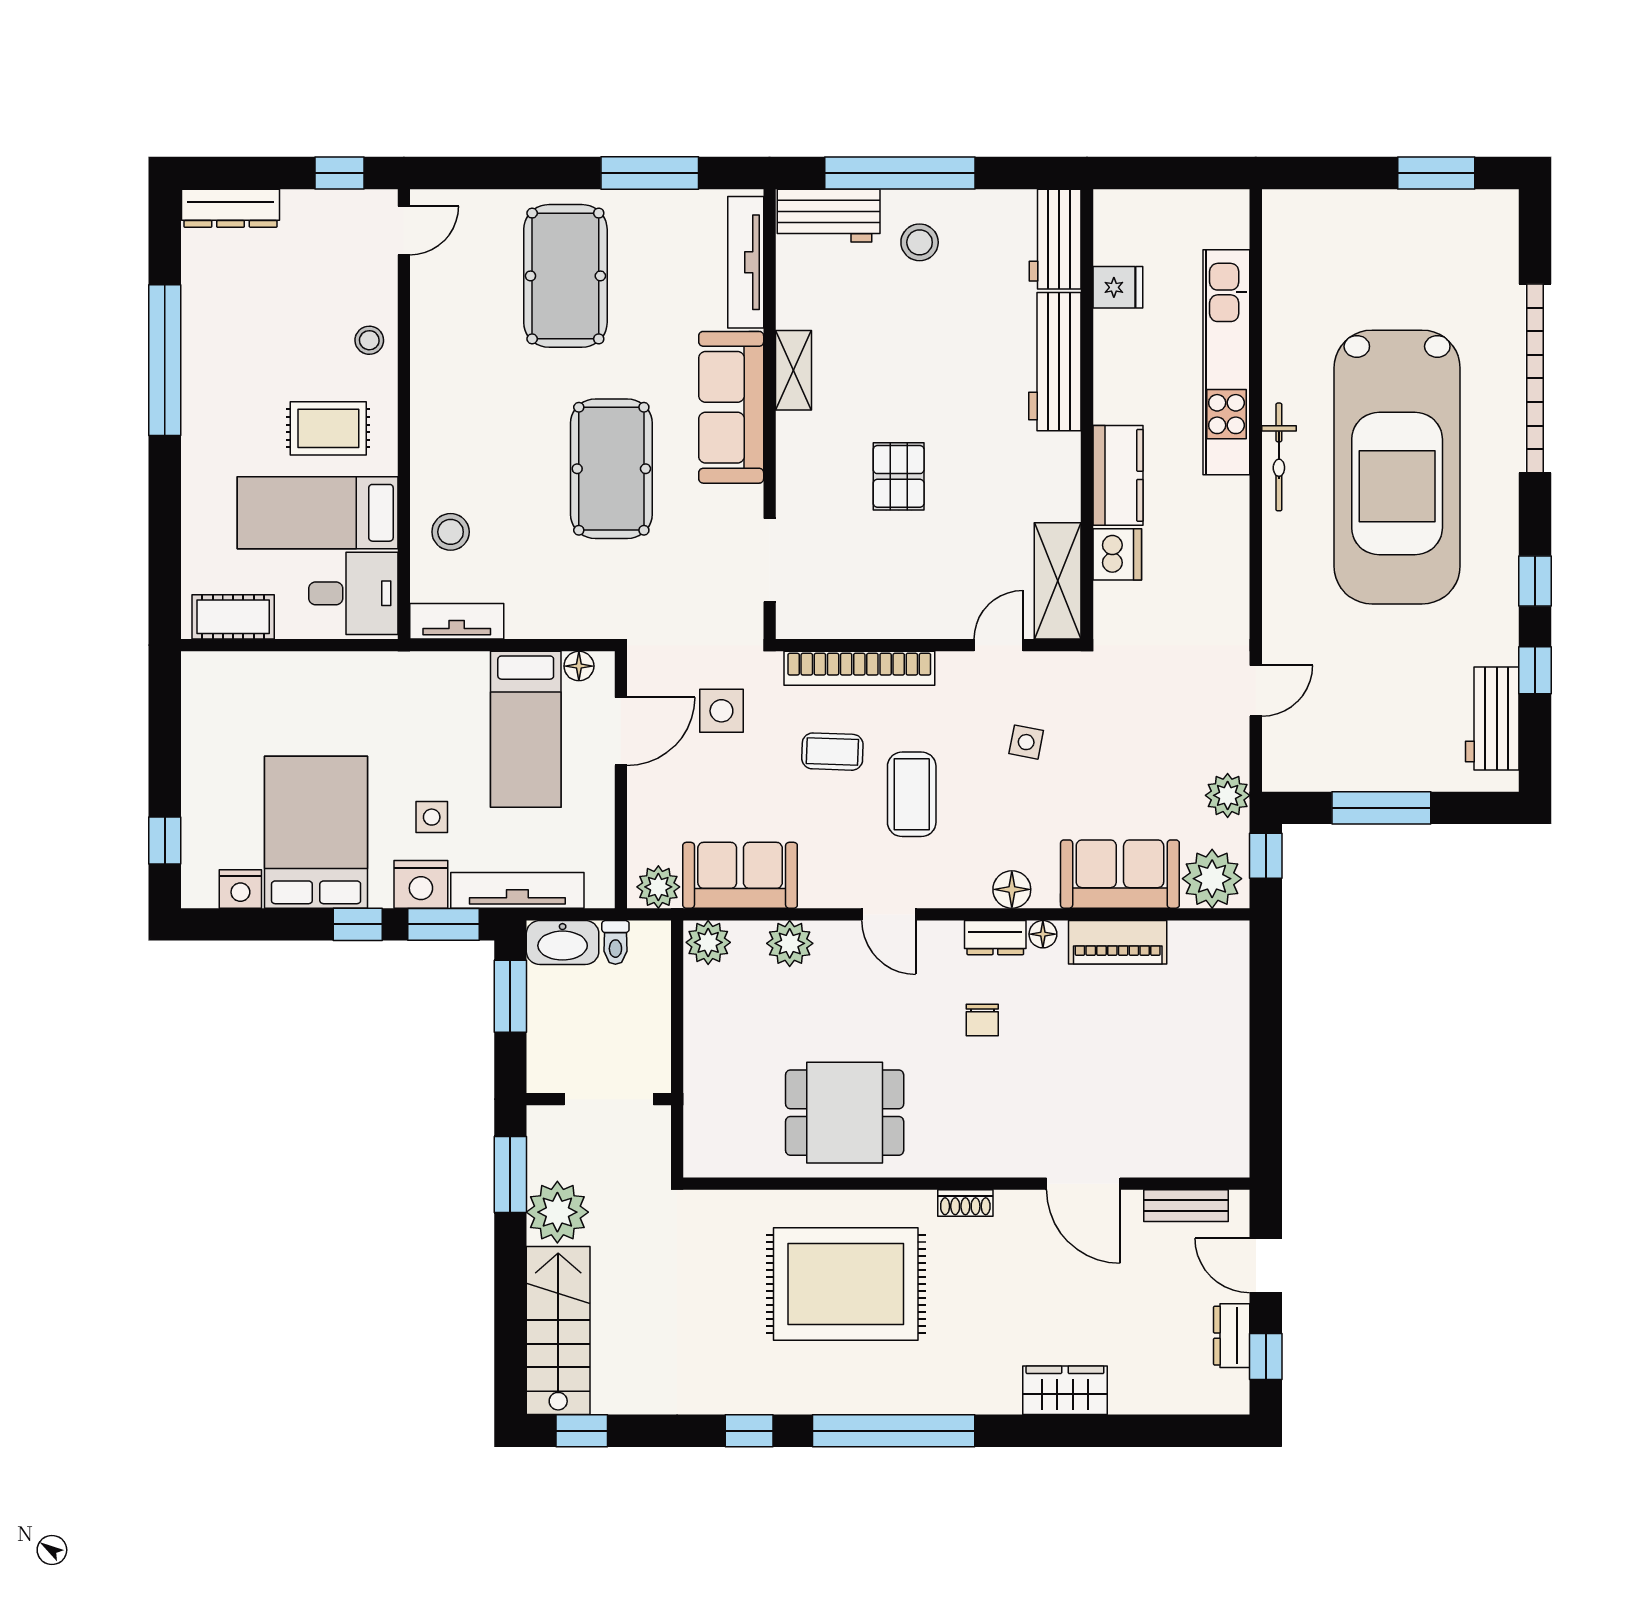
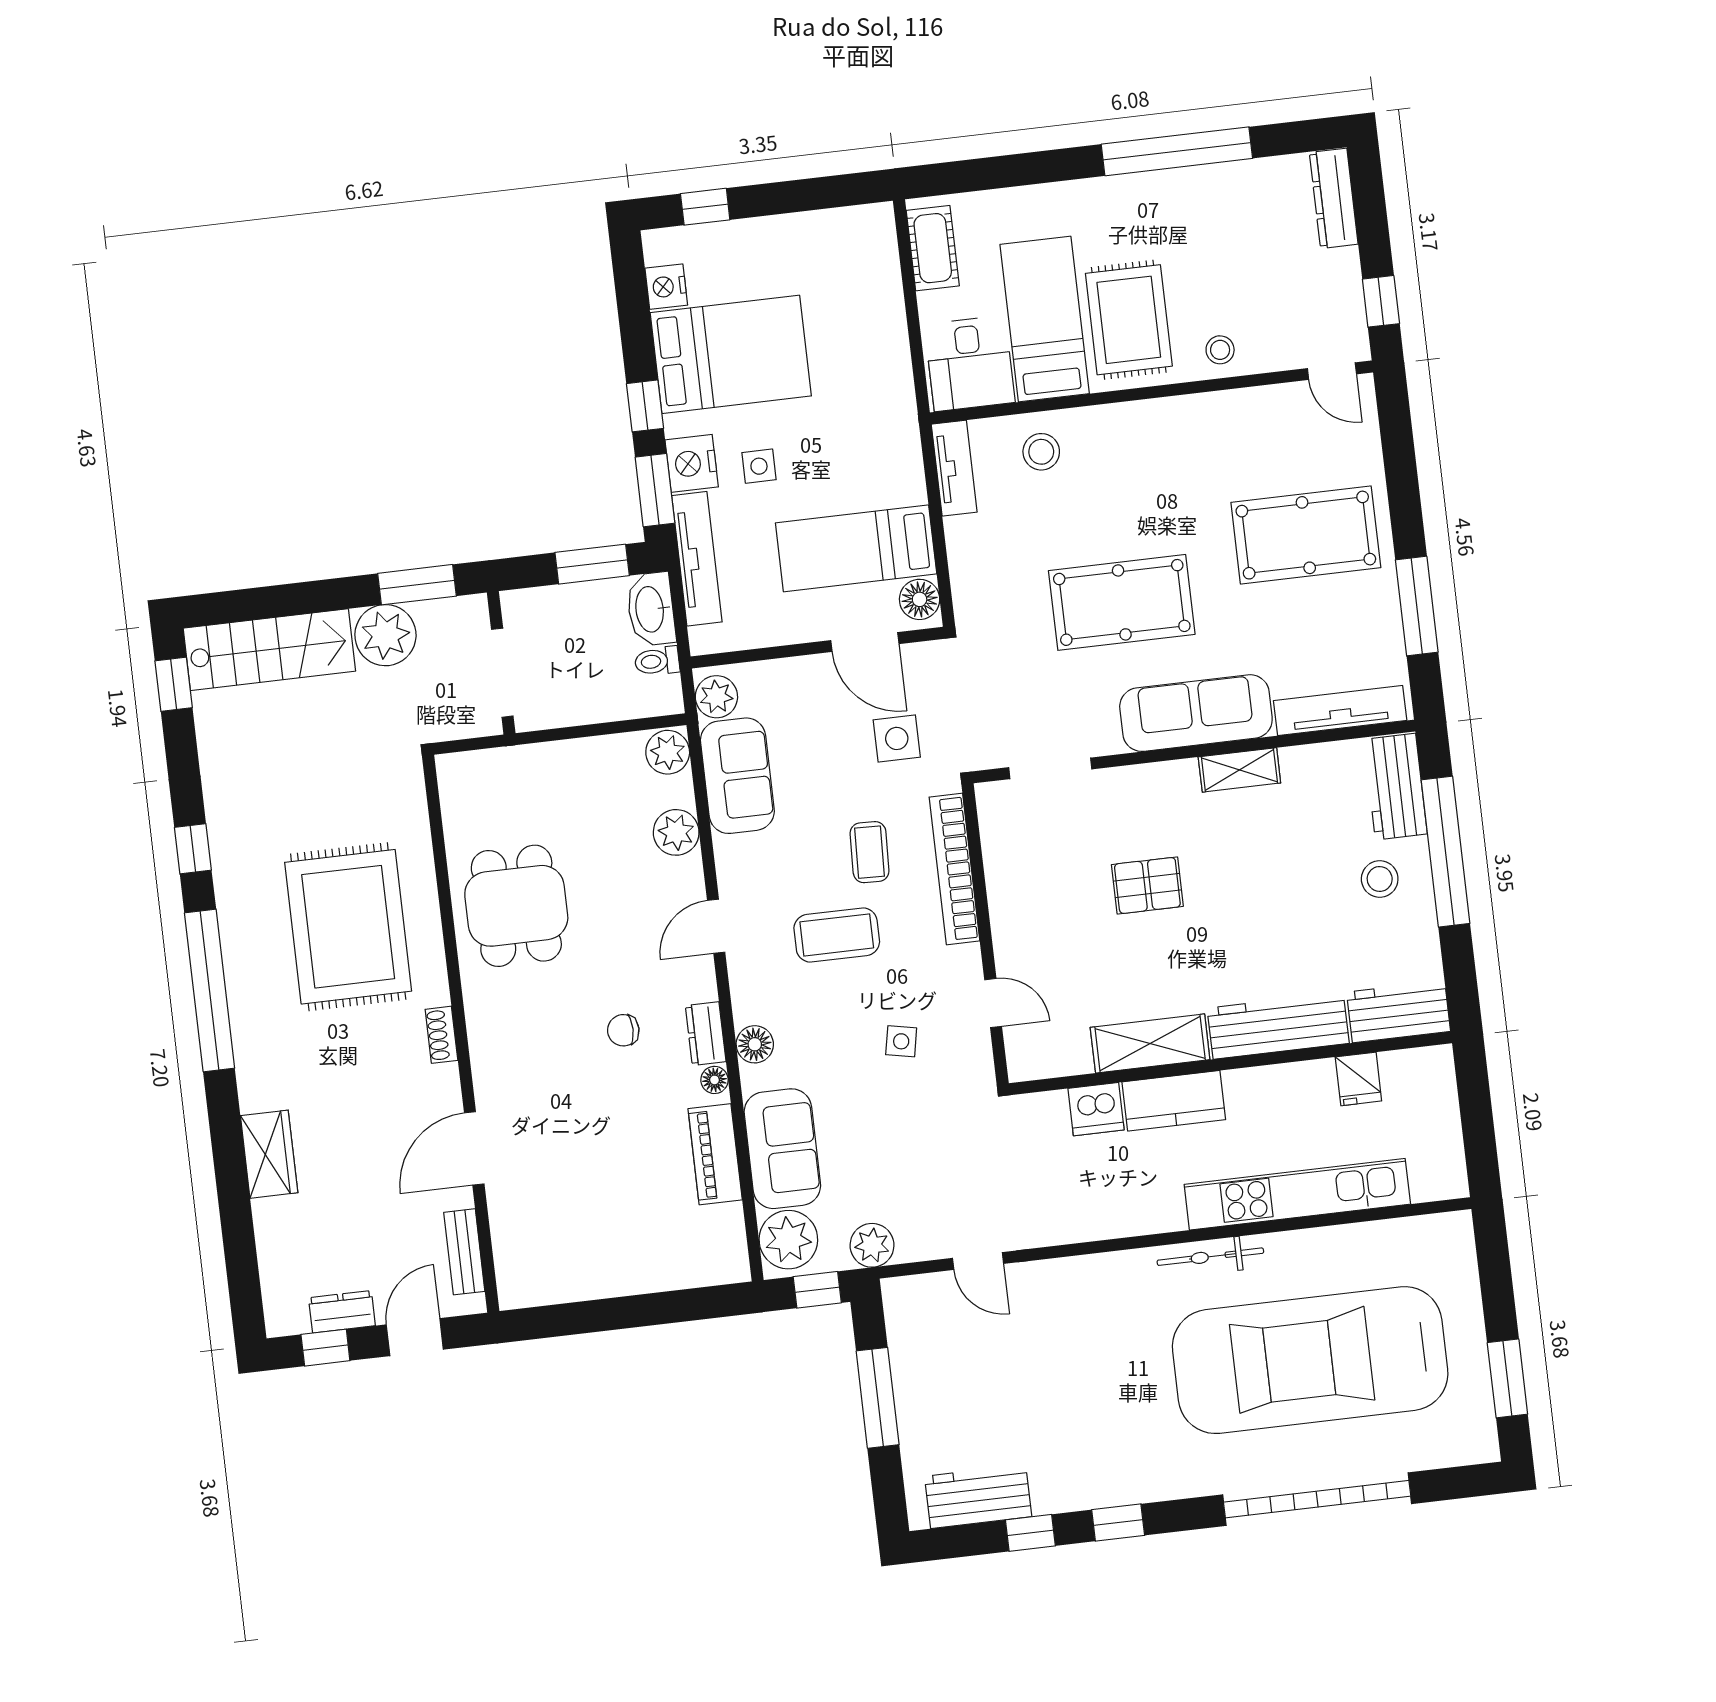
rug: (328, 428) -> (1129, 320), width x1.36, depth x1.43
car: (1397, 467) -> (1310, 1360), moved
shelving: (1058, 581) -> (1150, 1043), moved
floor lamp: (579, 666) -> (920, 599), width x1.37, depth x1.37

